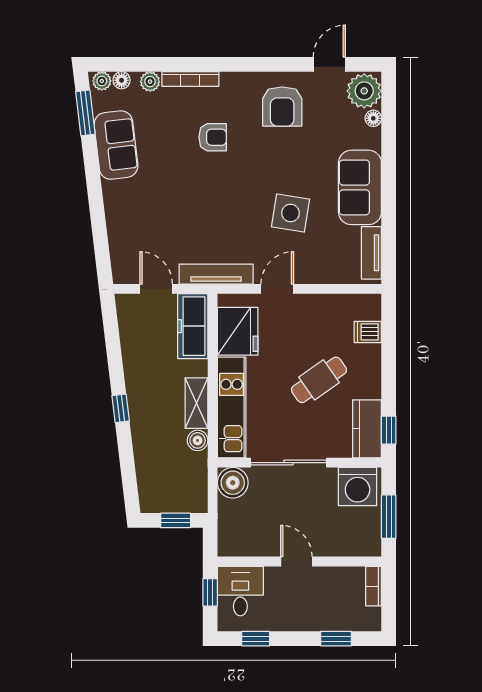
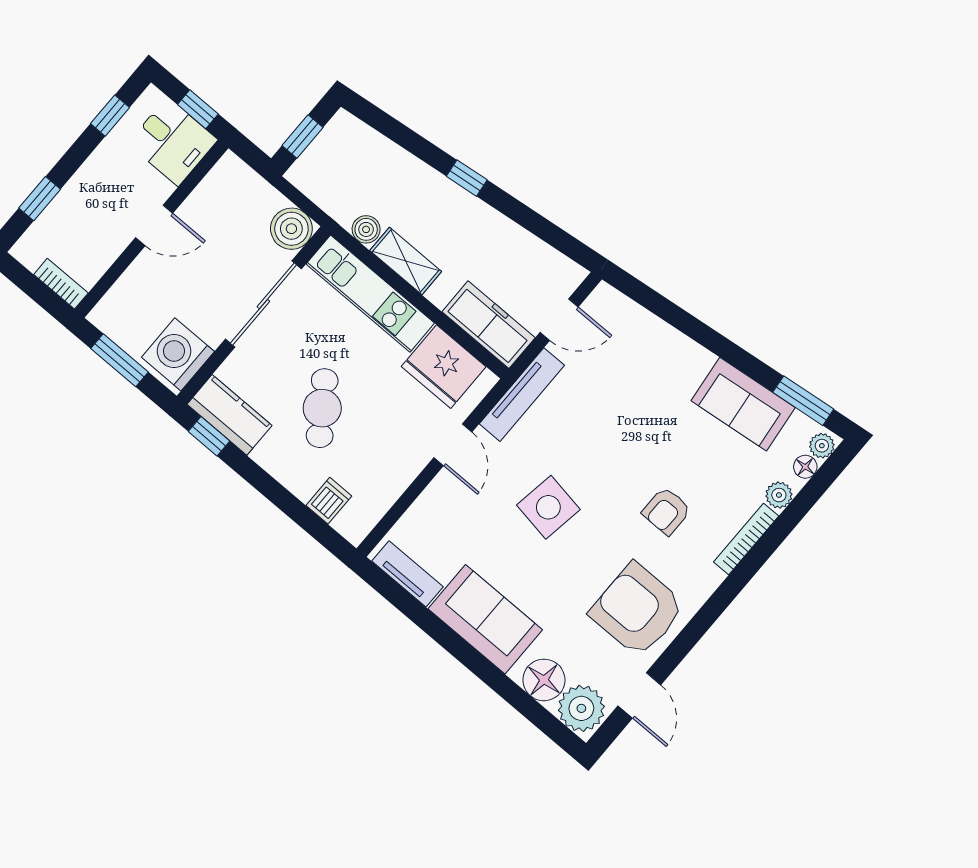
armchair: (282, 106) -> (637, 610), width x1.36, depth x1.36
floor lamp: (373, 118) -> (544, 680), width x1.89, depth x1.89
side table: (290, 213) -> (548, 507), moved

